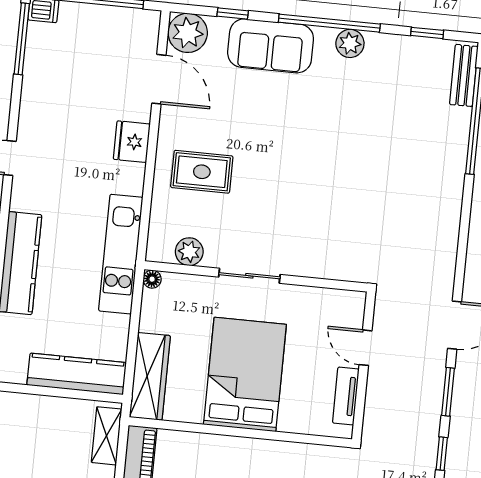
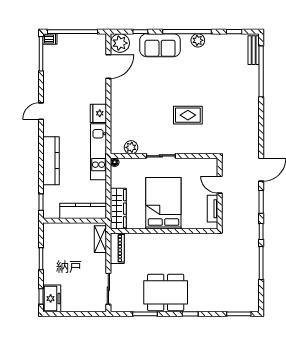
door: (159, 79) -> (108, 66), hinge flipped
fridge: (132, 142) -> (98, 113), moved
rug: (202, 172) -> (188, 115), moved

